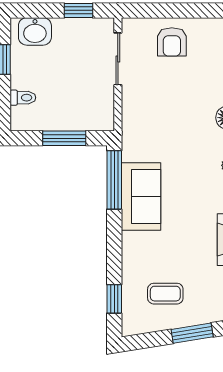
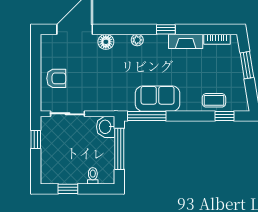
washbasin: (35, 31) -> (106, 127), moved, turned 180
window: (64, 138) -> (119, 149), width x1.44
coffee table: (165, 294) -> (214, 100), moved, turned 90

